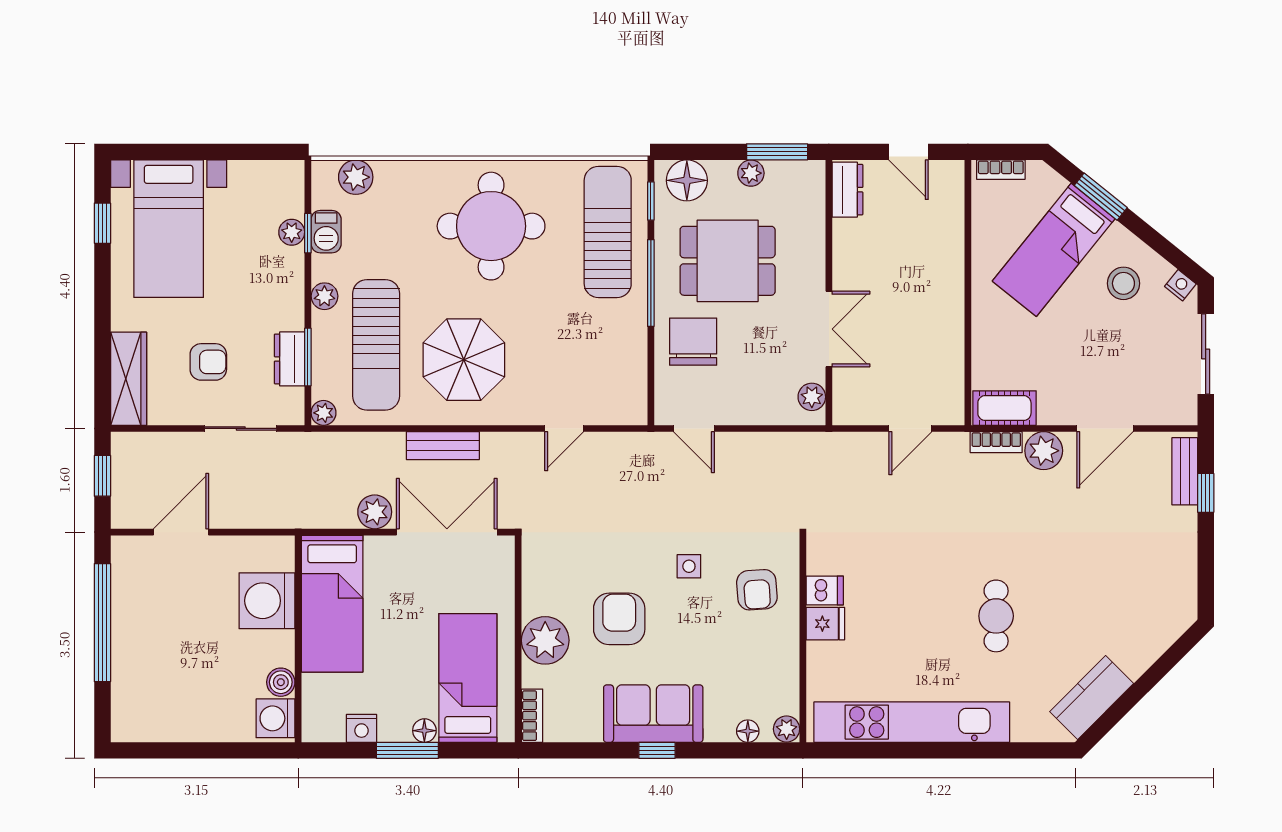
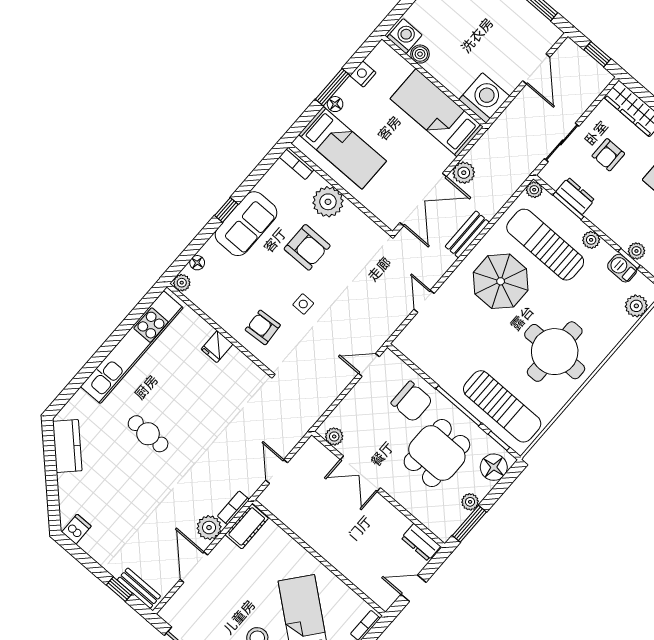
dishwasher: (825, 590) -> (76, 529), moved, turned 180
washing machine: (267, 601) -> (484, 98), moved

